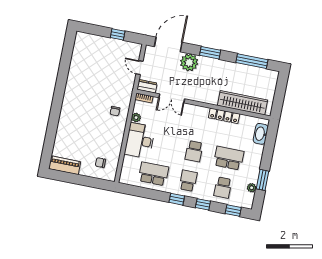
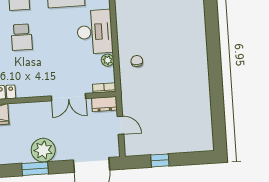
plant: (189, 62) -> (43, 150), moved
double door: (172, 98) -> (69, 97), swing flipped
school desk: (194, 151) -> (22, 37), turned 180

